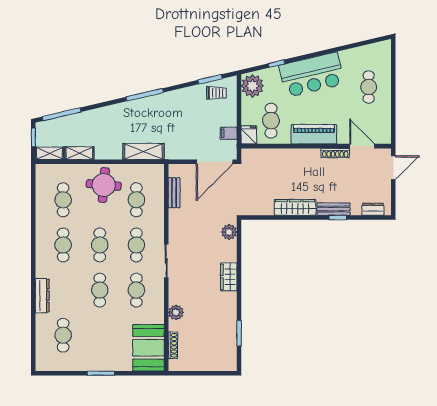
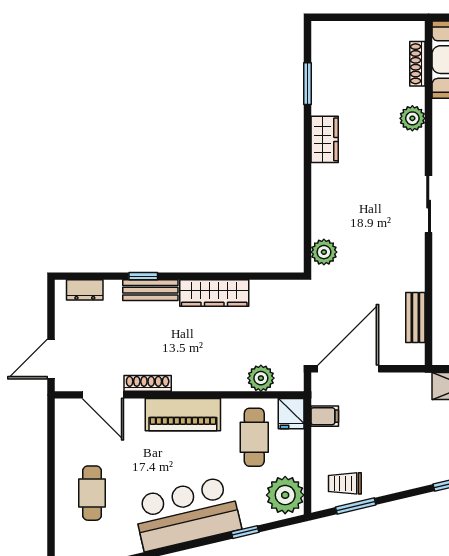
plant: (267, 156) -> (261, 378), added
wardrobe: (229, 277) -> (325, 139), moved

